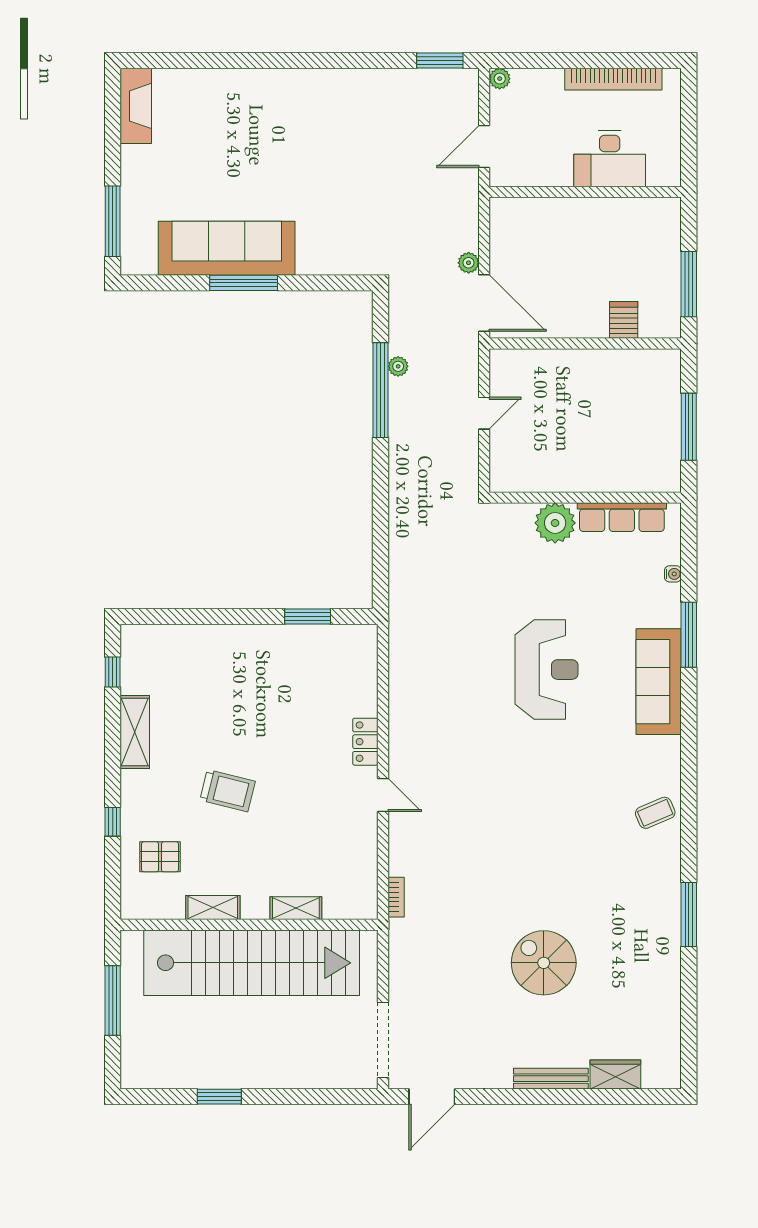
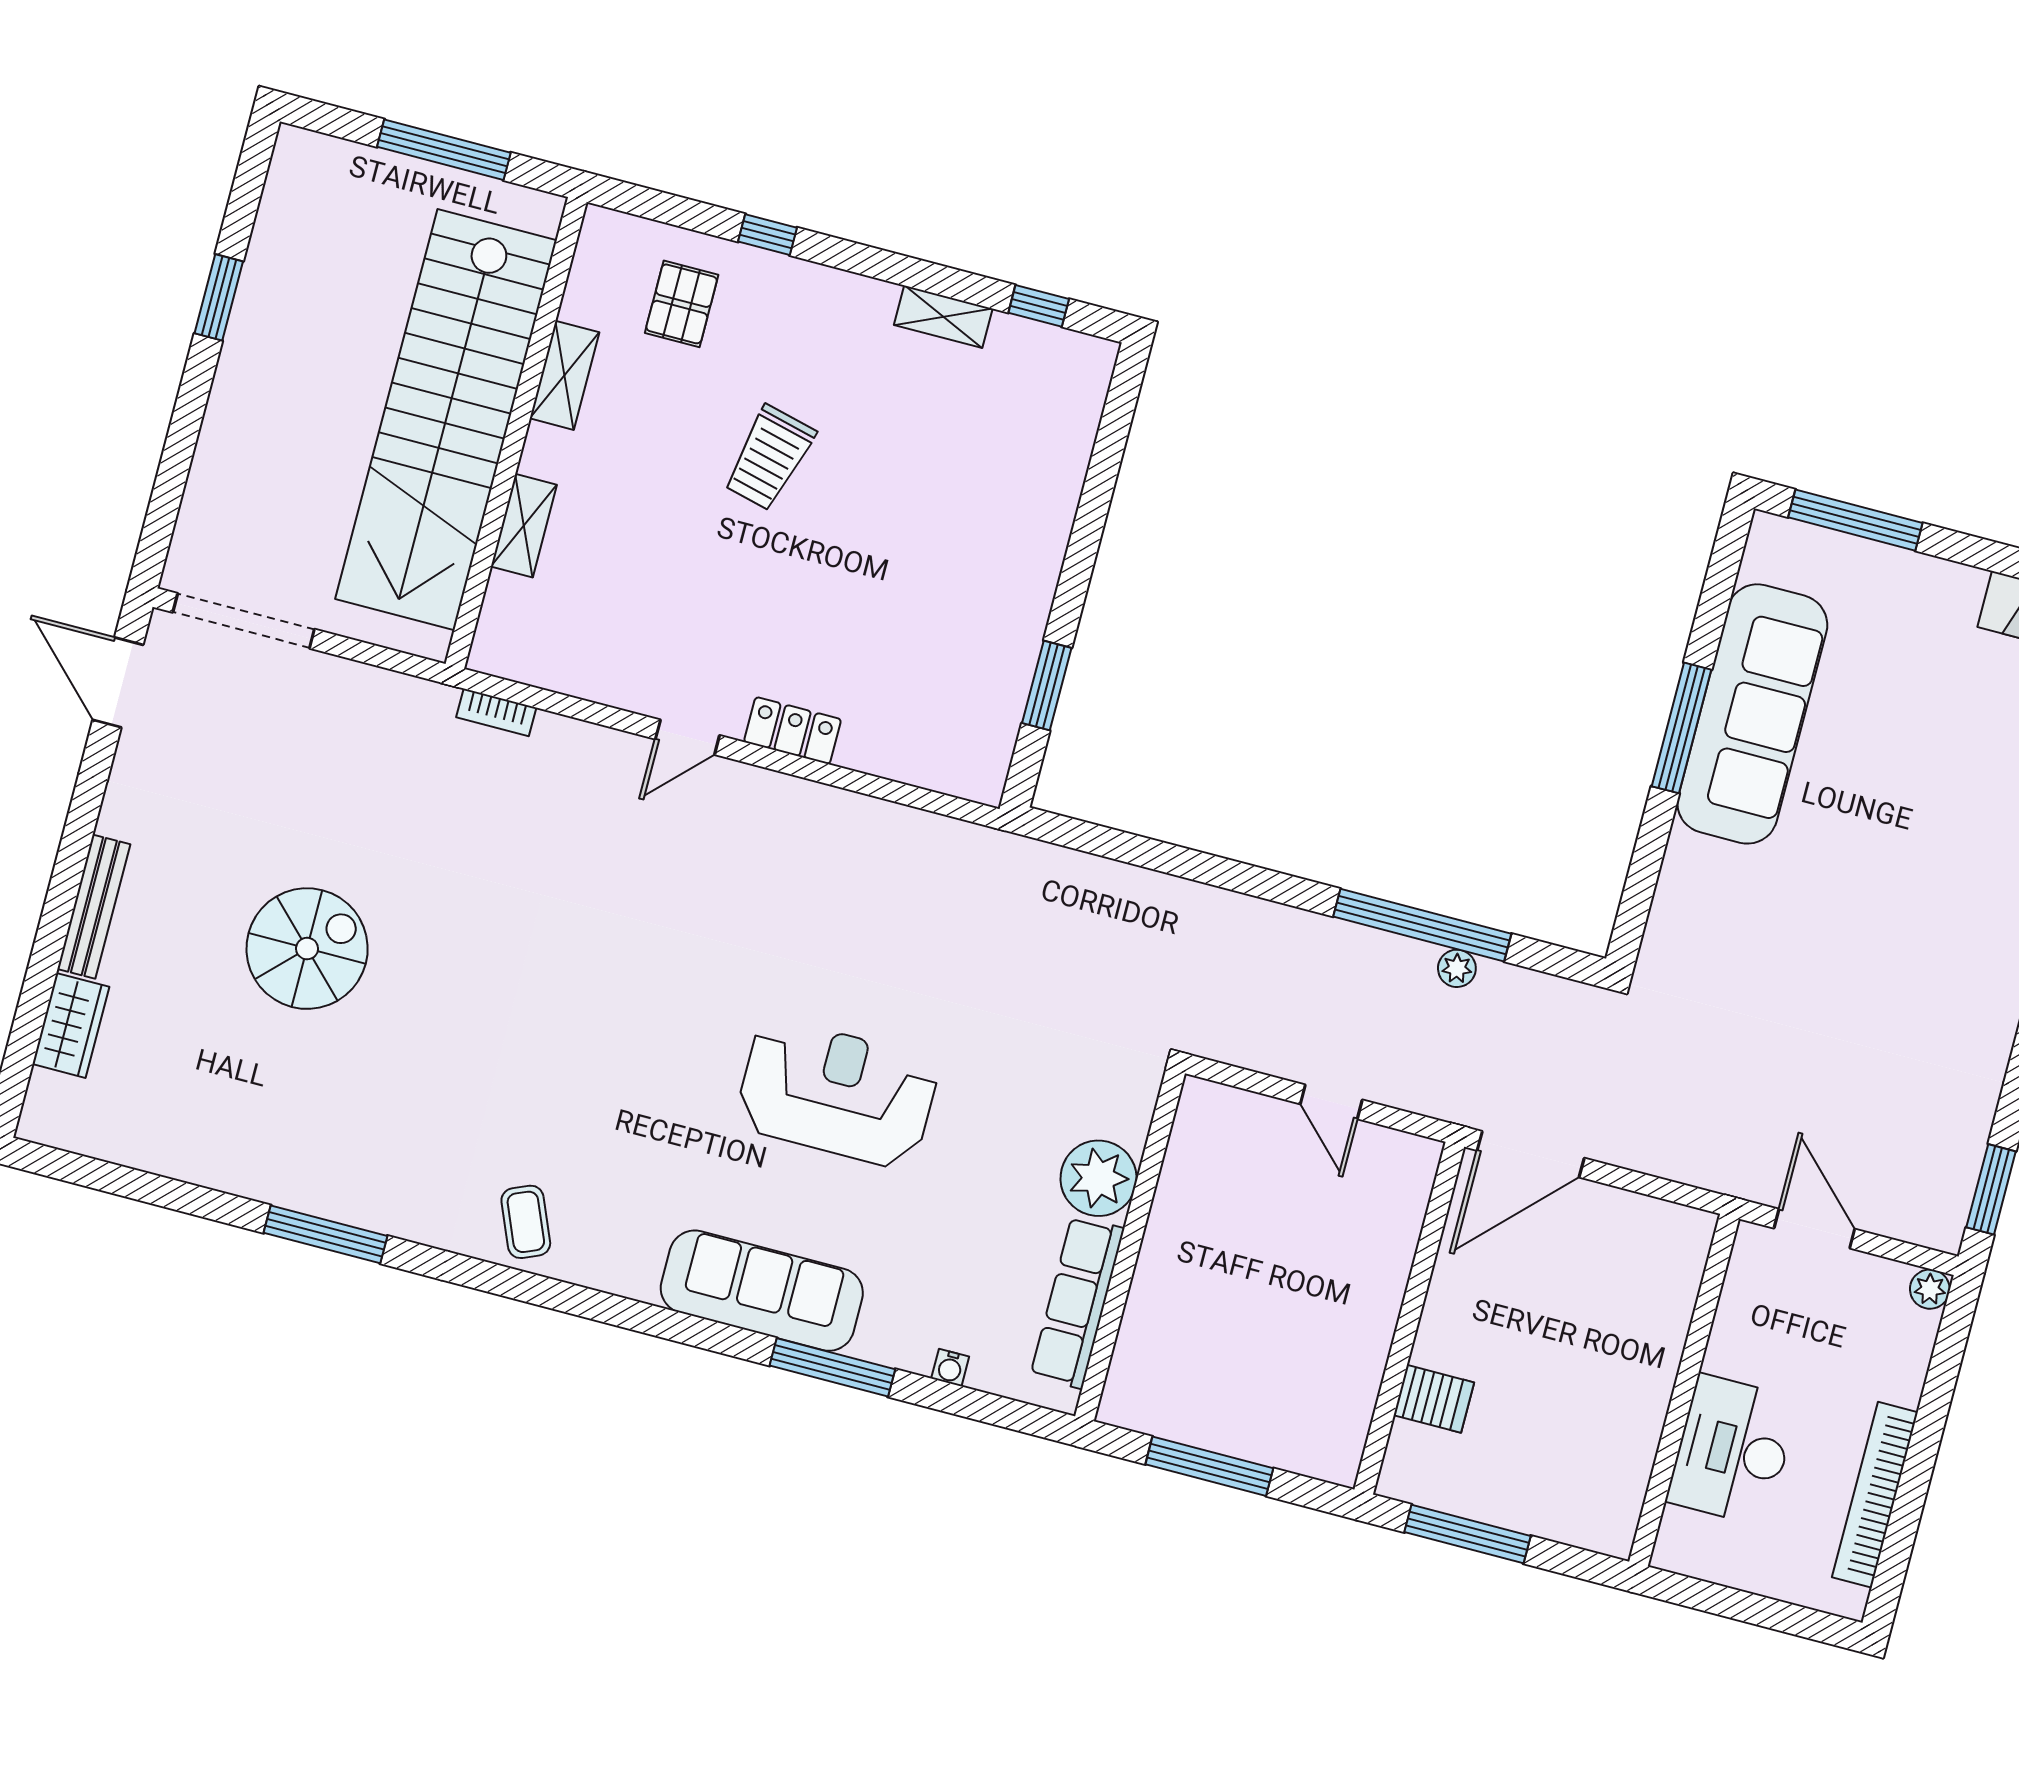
plant: (469, 263) -> (1611, 1145), removed
reception desk: (547, 670) -> (837, 1093), turned 180
shelving: (135, 732) -> (943, 317), width x0.67, depth x0.75

